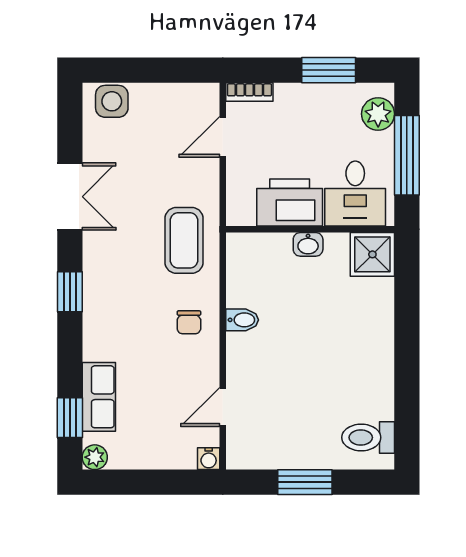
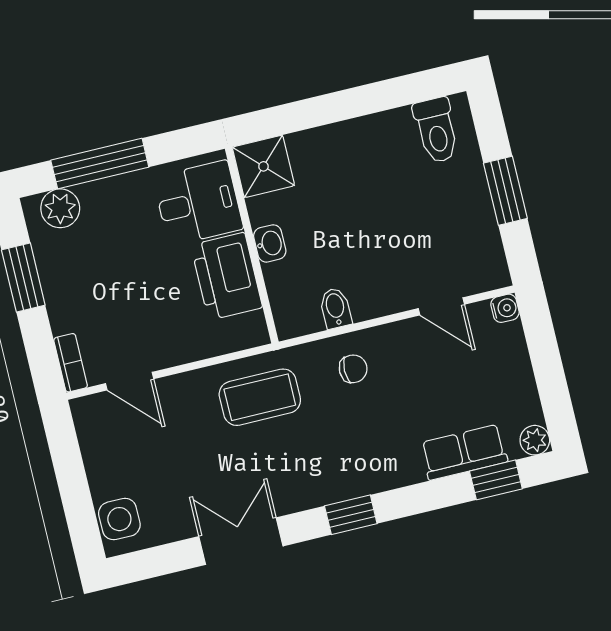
desk: (355, 194) -> (198, 203), moved
printer: (290, 203) -> (227, 276), moved
wall: (310, 229) -> (252, 245), moved
washbasin: (308, 244) -> (270, 243), moved
shower: (372, 254) -> (263, 166), moved

